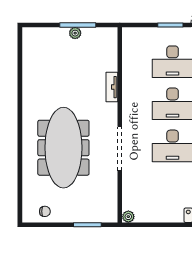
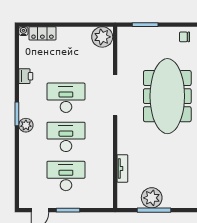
plant: (75, 33) -> (152, 198), width x1.88, depth x1.88
tv unit: (112, 87) -> (122, 168), moved
plant: (128, 217) -> (102, 37), width x1.88, depth x1.88

